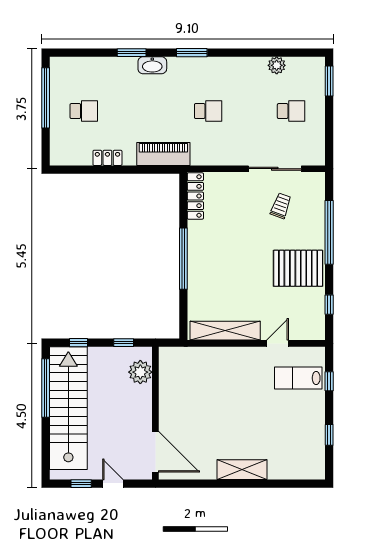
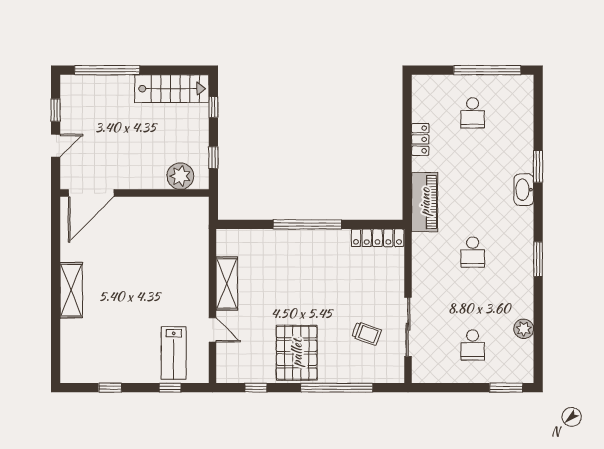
window: (192, 53) -> (538, 259), moved
shelving: (225, 331) -> (227, 284), width x0.68
lab bench: (298, 378) -> (174, 353), turned 180
window: (46, 388) -> (107, 70), moved
stairs: (68, 408) -> (172, 89), width x0.54, depth x0.66

